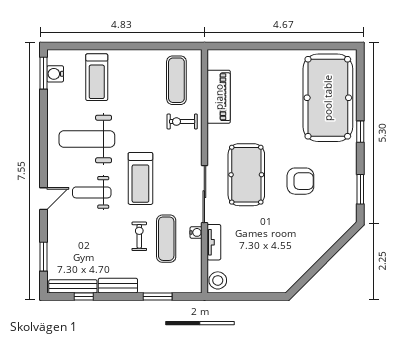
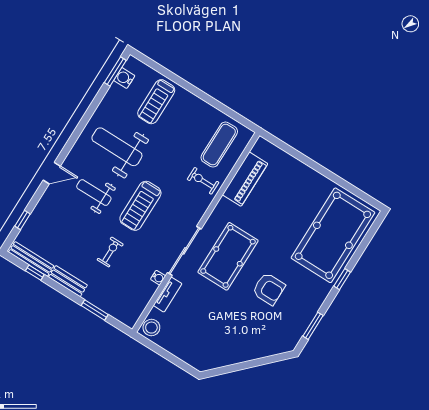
exercise mat: (166, 239) -> (131, 268), removed
window: (44, 257) -> (22, 220), width x0.67

